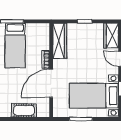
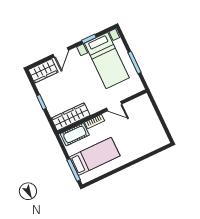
door: (51, 83) -> (114, 106), width x0.53
cot: (24, 110) -> (75, 134), moved, turned 90

